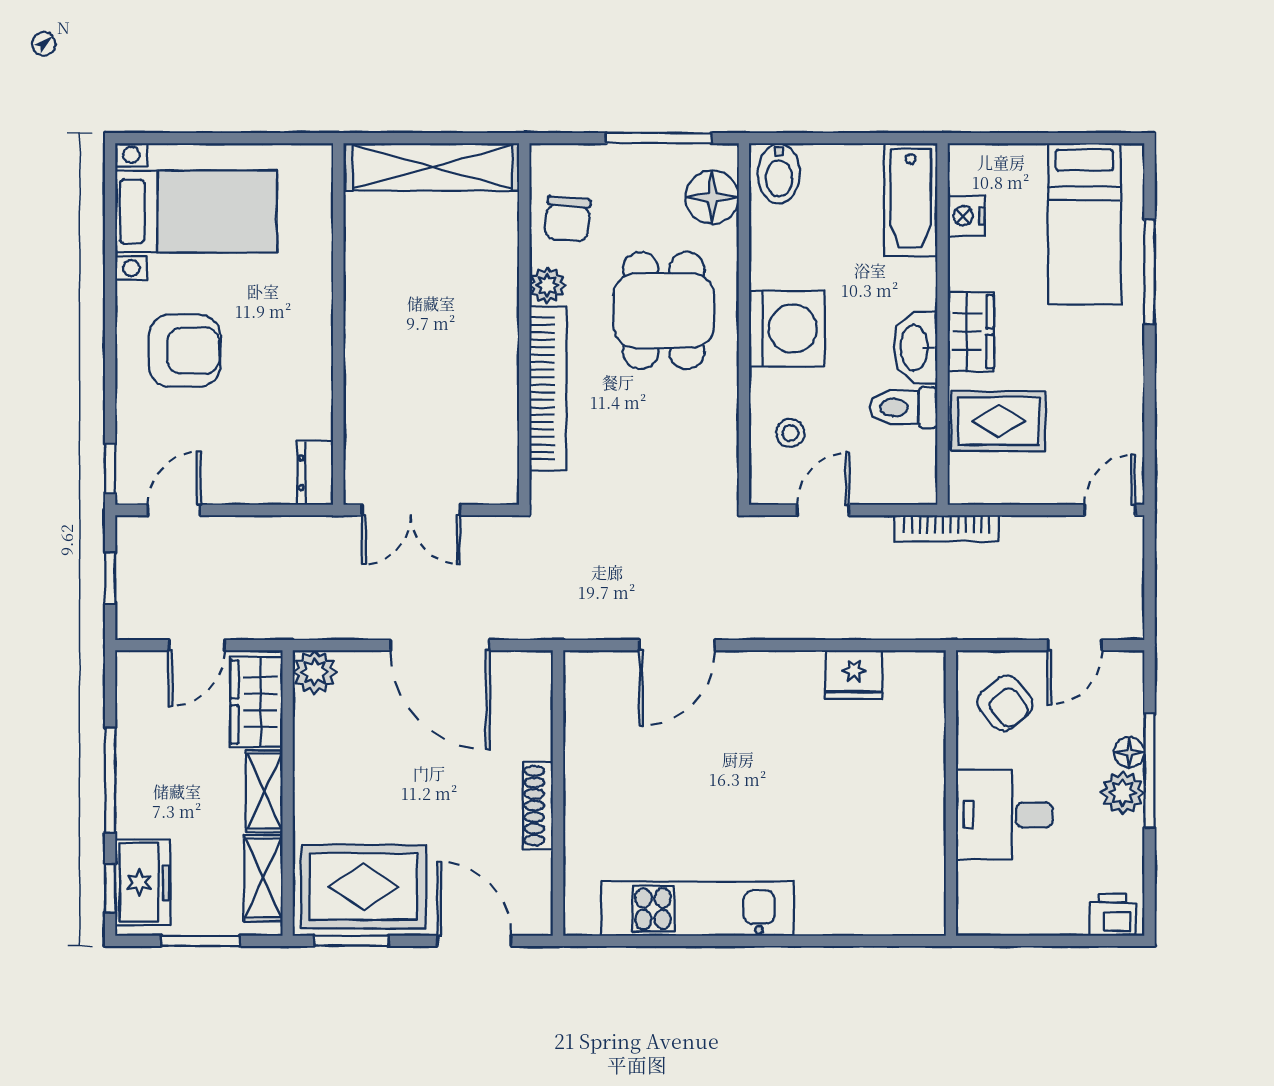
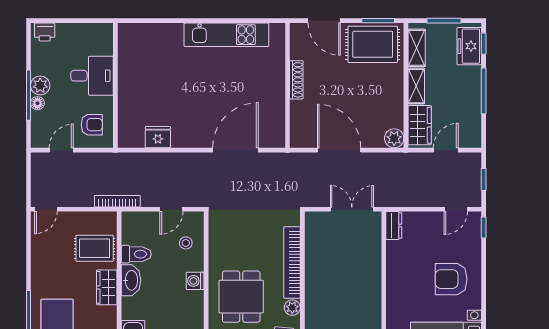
washing machine: (787, 329) -> (195, 281), width x0.53, depth x0.53
door: (677, 645) -> (235, 150), width x1.36
armchair: (1005, 703) -> (92, 125), turned 129

